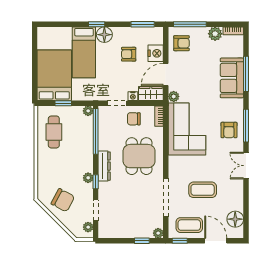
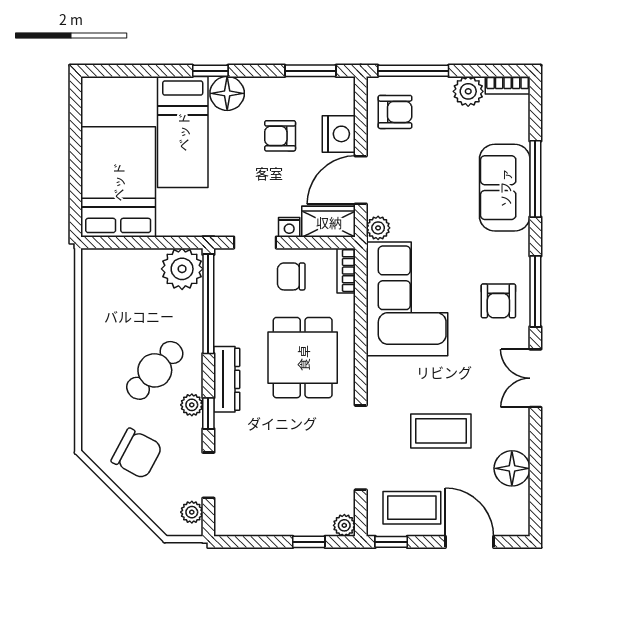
window: (63, 103) -> (138, 243), removed
plant: (88, 111) -> (182, 269), width x1.88, depth x1.88
cafe table: (54, 132) -> (155, 370), moved, turned 43
floor lamp: (235, 219) -> (512, 468), moved

